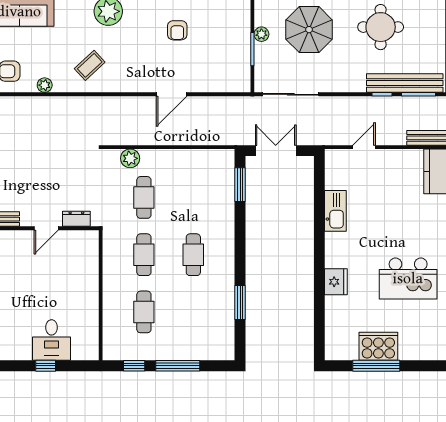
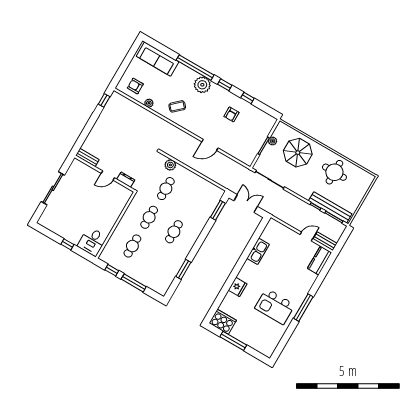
door: (364, 147) -> (306, 237), moved
desk: (52, 340) -> (92, 241), moved
cooker: (378, 346) -> (223, 322), moved

